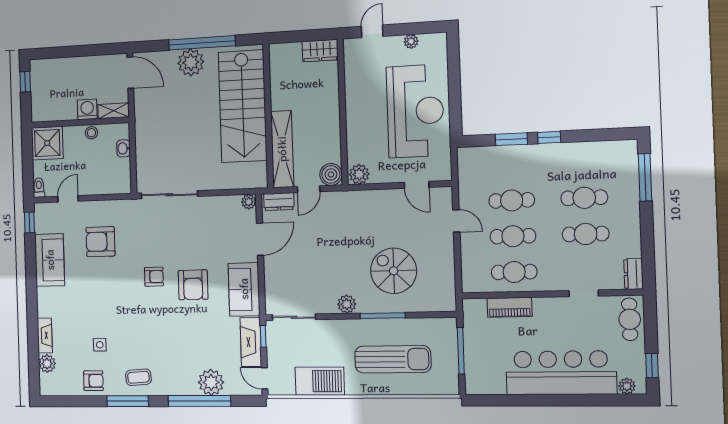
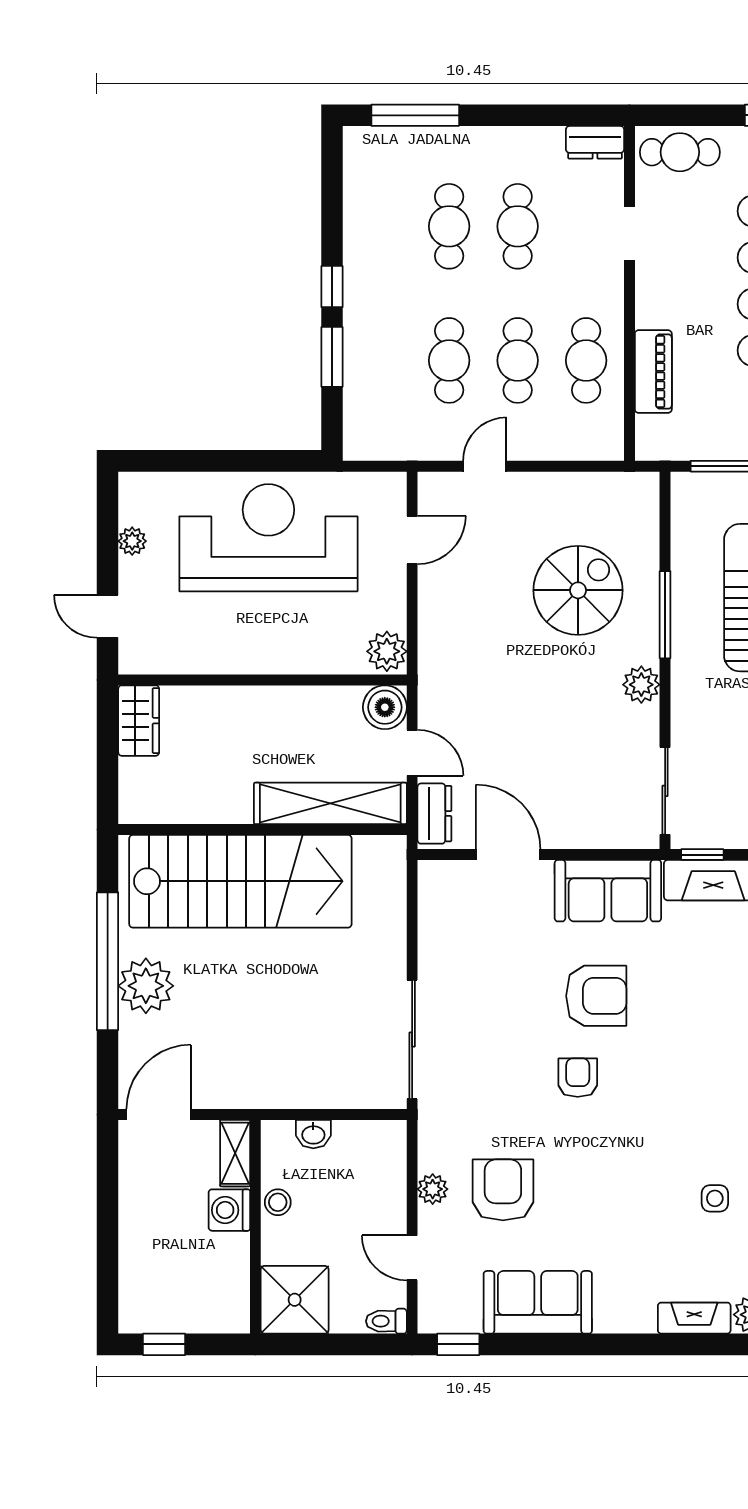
plant: (249, 202) -> (433, 1189), moved
armchair: (100, 242) -> (503, 1190), turned 180
spiral stairs: (394, 271) -> (578, 590), turned 180

